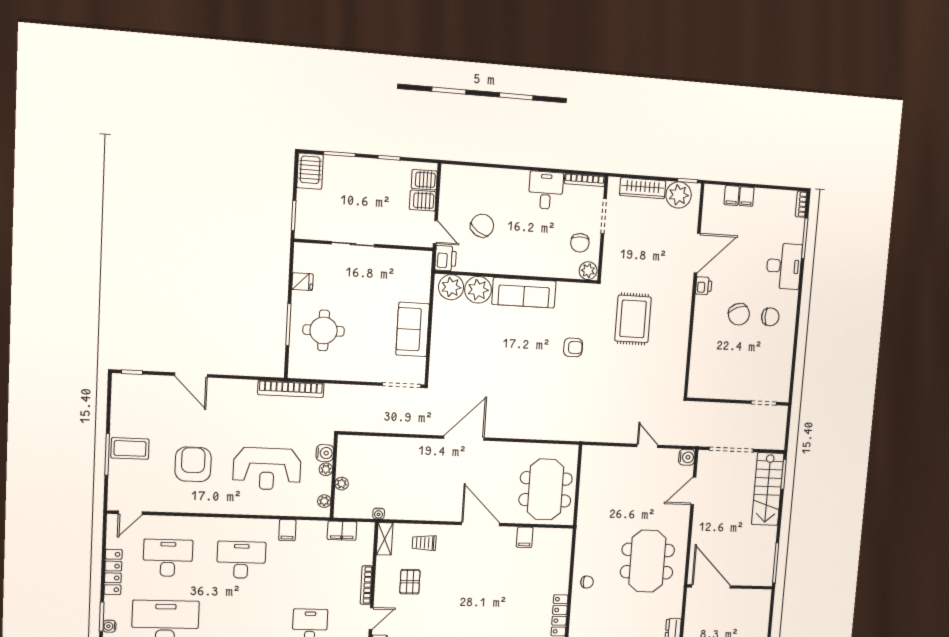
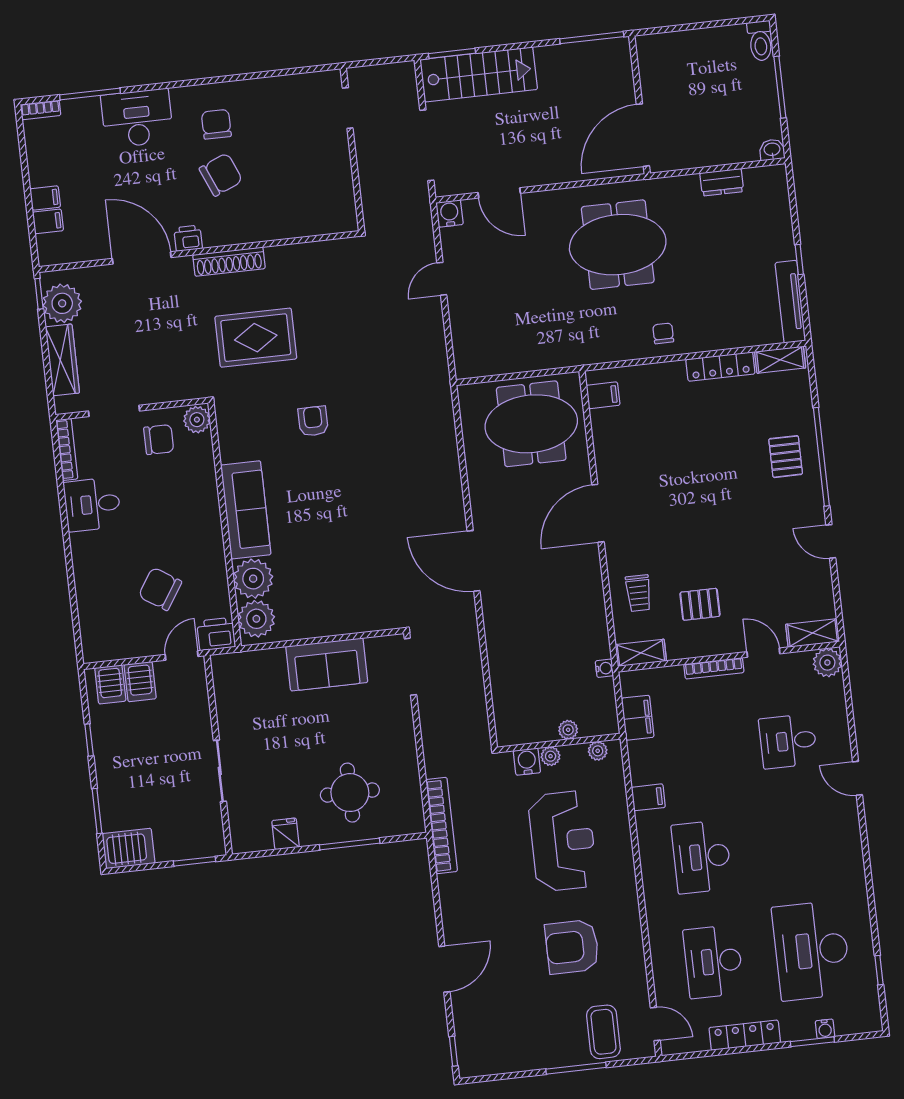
shoe rack: (684, 310) -> (229, 262), added
coffee table: (130, 449) -> (603, 1032), moved
filing cabinet: (525, 537) -> (603, 395), moved

